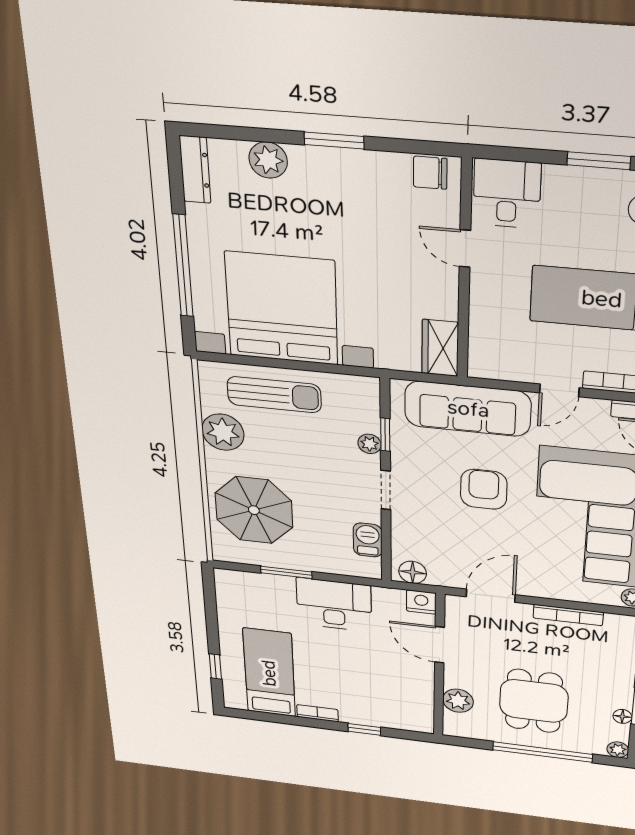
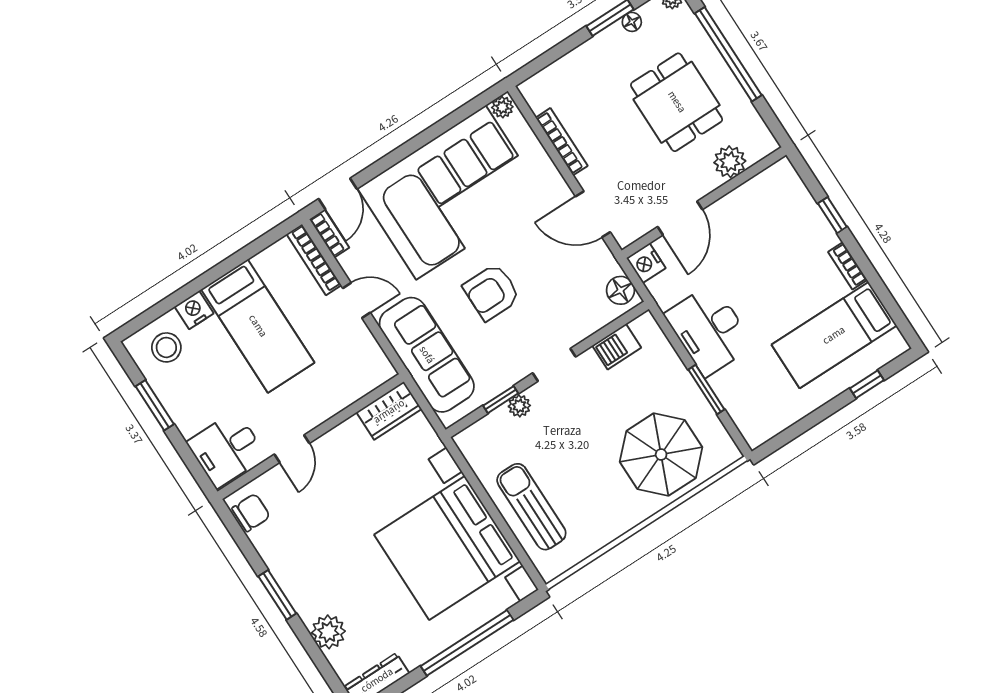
chair: (430, 173) -> (251, 513), turned -90
plant: (223, 432) -> (601, 525), removed
dining table: (534, 701) -> (677, 102), turned 90

